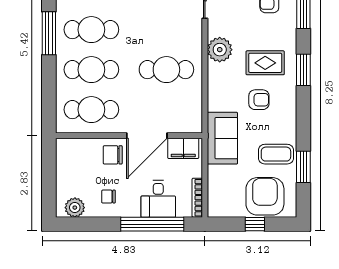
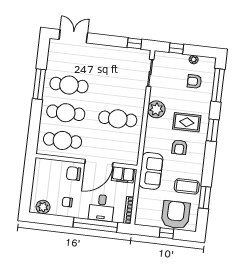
armchair: (259, 100) -> (179, 147), turned 90

